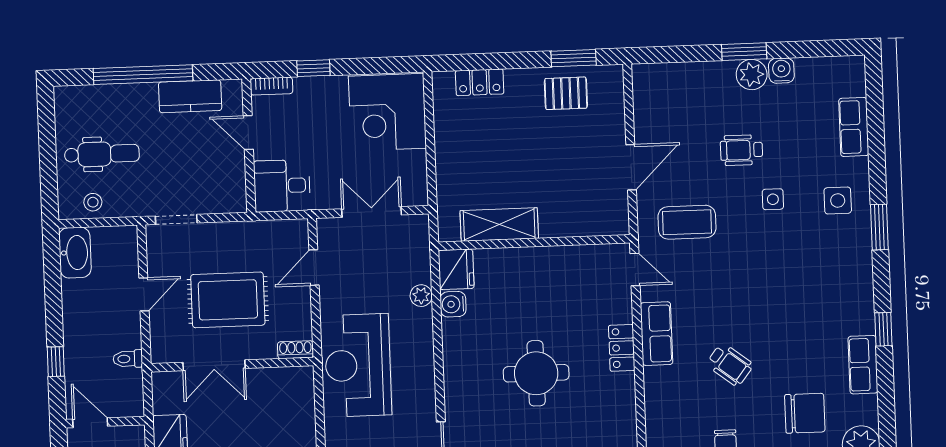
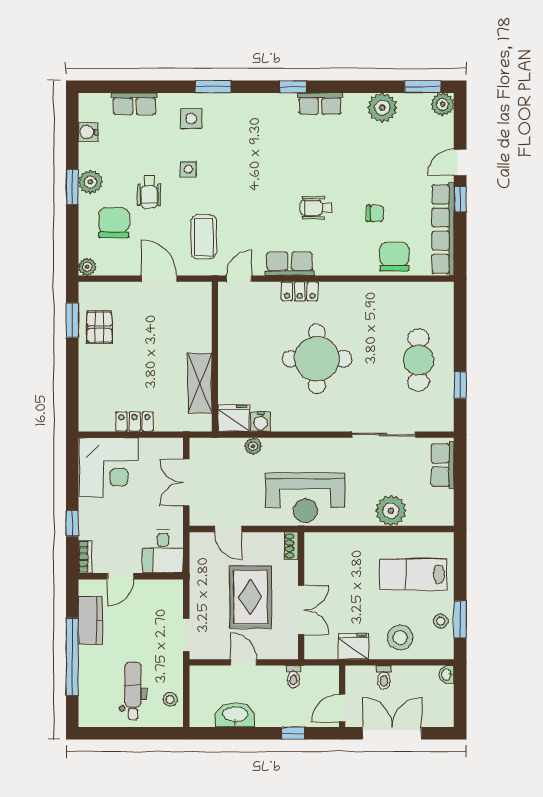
water cooler: (781, 71) -> (88, 132), moved
plant: (643, 75) -> (87, 267), added
locker: (480, 82) -> (135, 422), moved, turned -90
washbasin: (75, 253) -> (235, 715), moved
wheelchair: (730, 365) -> (316, 208), turned -128
round table: (536, 373) -> (317, 359), width x1.36, depth x1.36
chair: (805, 413) -> (114, 223), moved

